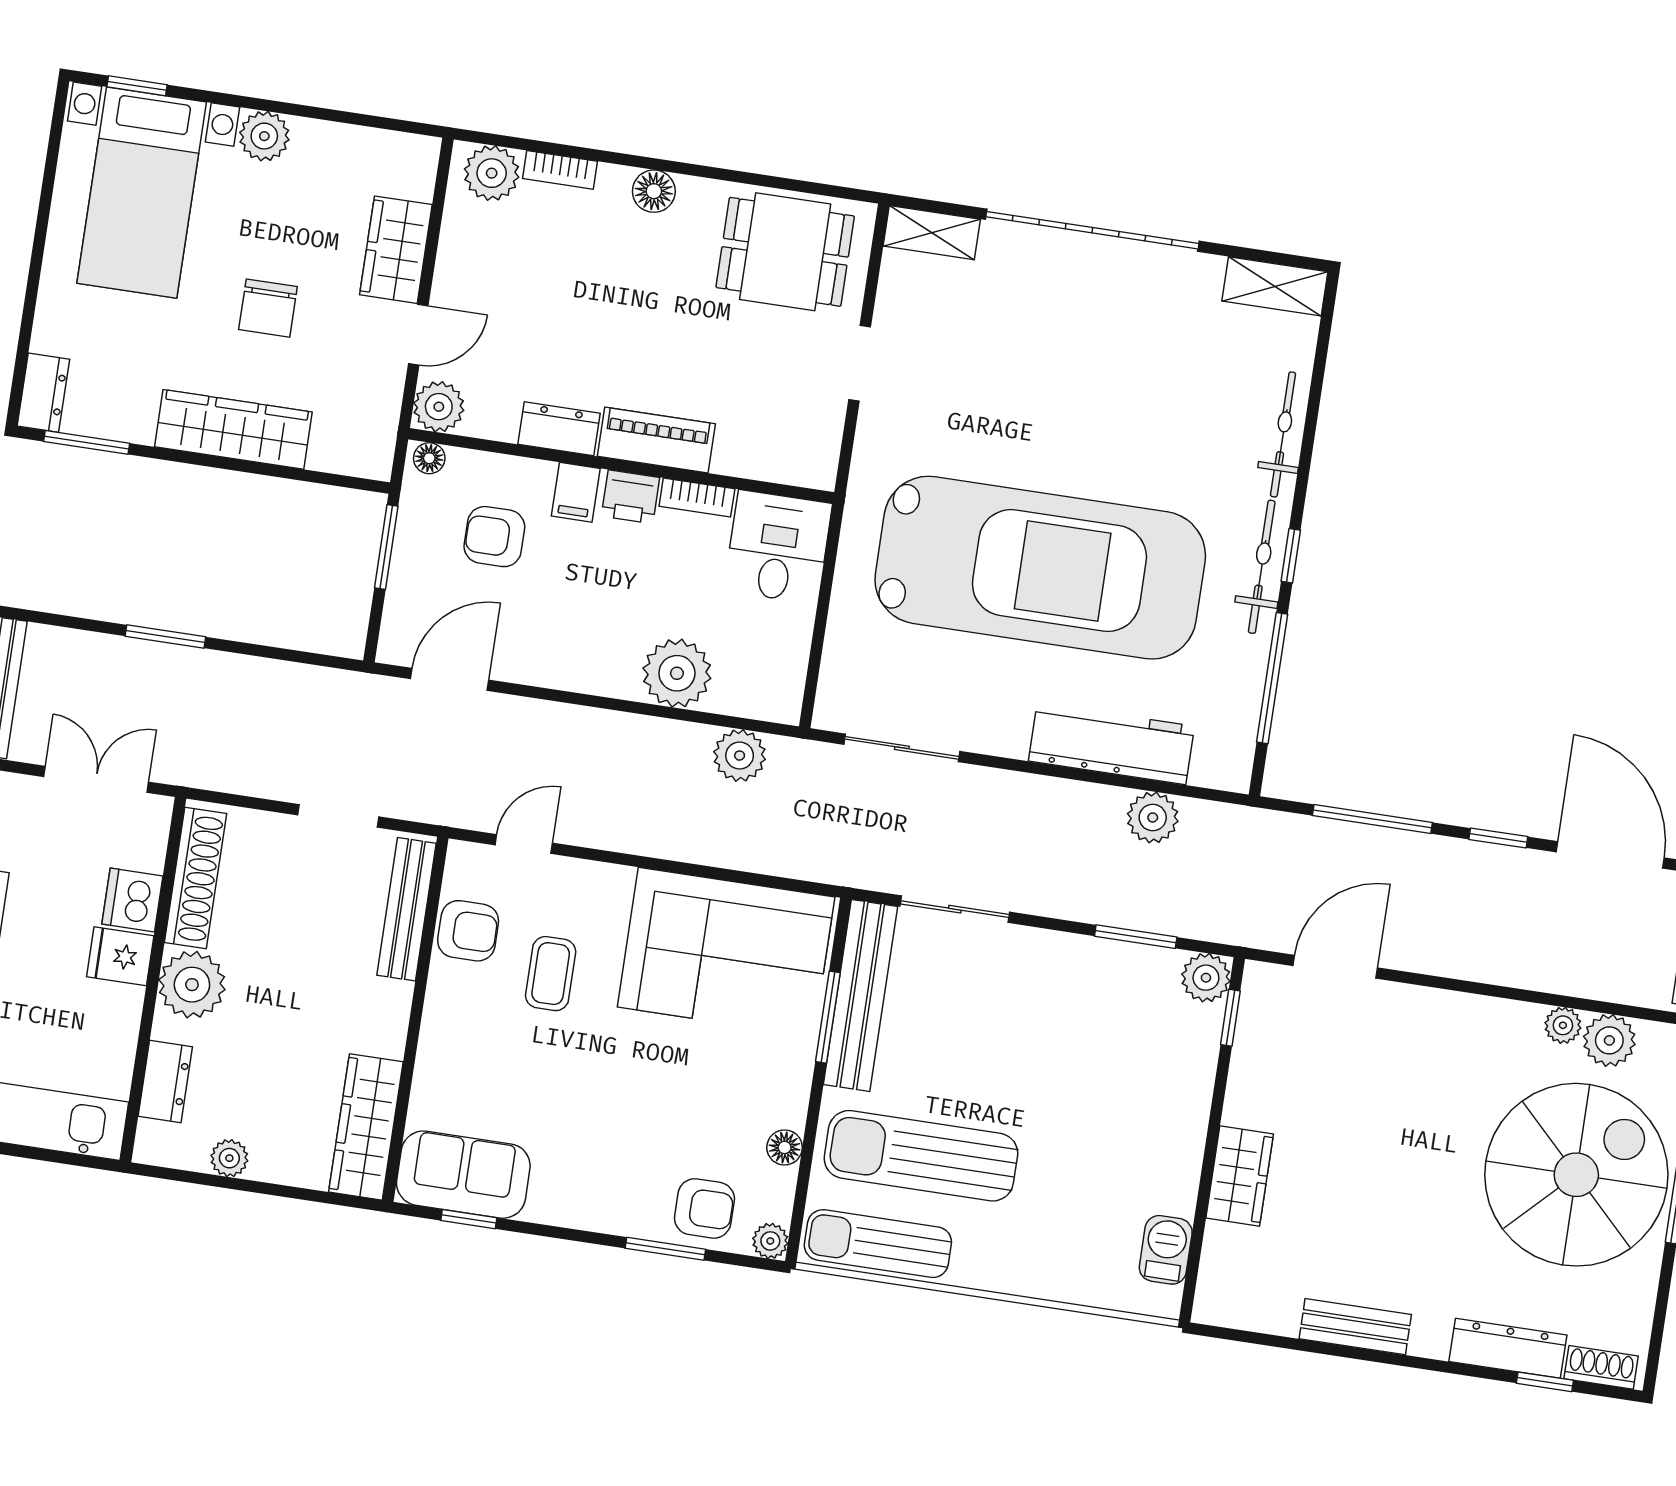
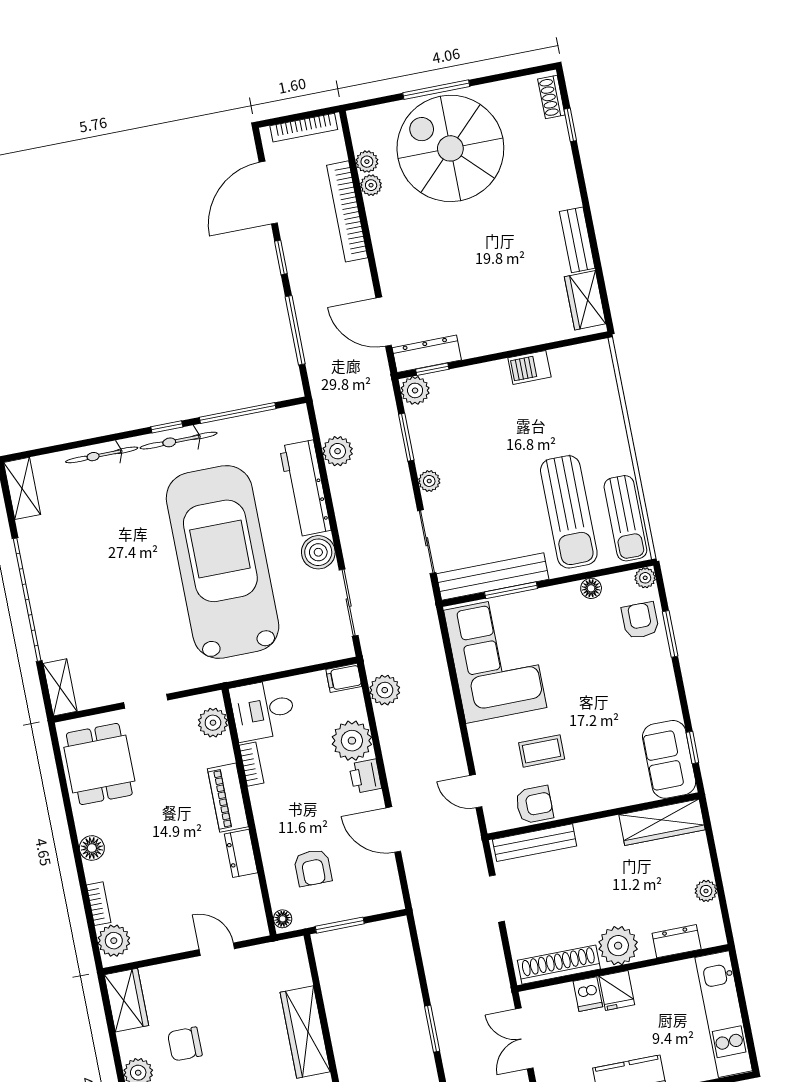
wardrobe: (396, 250) -> (126, 1000), moved, turned -90
chair: (268, 308) -> (185, 1044), moved, turned 180
plant: (439, 407) -> (213, 723), moved
filing cabinet: (576, 492) -> (344, 678), moved, turned 180
printer: (630, 497) -> (365, 776), moved, turned 180
door: (450, 679) -> (393, 830), moved
boiler: (1001, 728) -> (318, 552), added
dishwasher: (132, 900) -> (588, 994), width x0.73
armchair: (468, 931) -> (534, 805), turned 90
plant: (1052, 948) -> (429, 481), added
bookcase: (1534, 972) -> (347, 211), added
plant: (1609, 1040) -> (367, 162), width x0.73, depth x0.73
wardrobe: (1240, 1176) -> (585, 300), moved, turned -90
barbecue: (1166, 1250) -> (529, 367), moved
dresser: (1508, 1348) -> (427, 354), moved, turned 90

